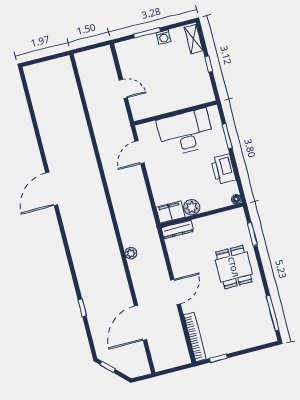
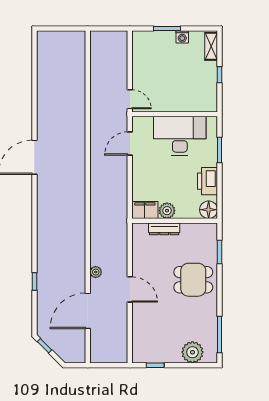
door: (123, 89) -> (130, 99), moved
floor lamp: (236, 199) -> (209, 210), width x1.89, depth x1.89
dresser: (177, 230) -> (164, 229), moved
plant: (131, 253) -> (96, 272), moved
dining table: (234, 267) -> (193, 280), turned 90
door: (175, 292) -> (130, 289), hinge flipped
bookcase: (195, 337) -> (138, 338), removed
plant: (251, 337) -> (192, 352), added

